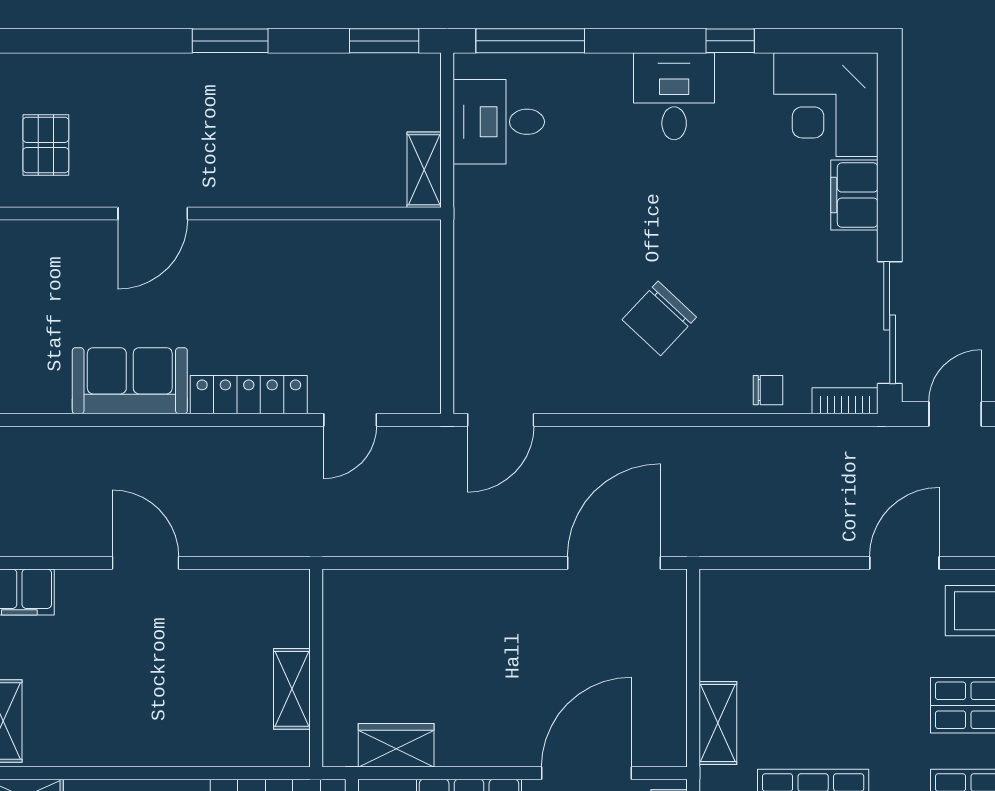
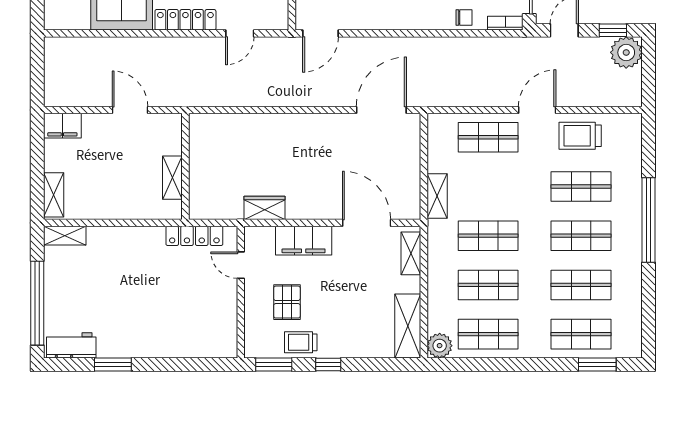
shop shelf: (813, 613) -> (488, 137), added
wall: (316, 668) -> (185, 166), moved
shelving: (292, 689) -> (172, 178), moved
door: (587, 773) -> (367, 223), hinge flipped

